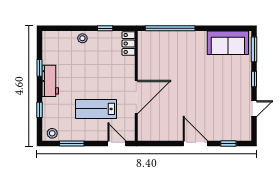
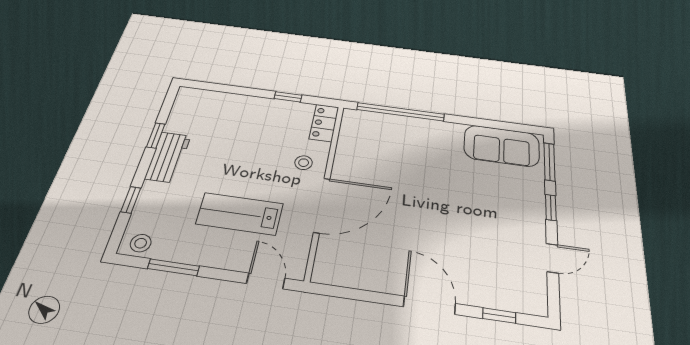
stool: (82, 38) -> (304, 163), moved

